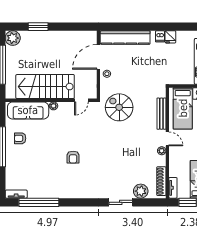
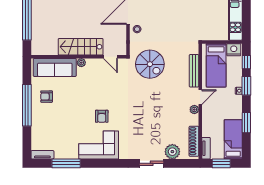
stairs: (45, 87) -> (81, 47), width x0.73, depth x0.66
door: (81, 100) -> (110, 57), hinge flipped
spiral stairs: (119, 107) -> (150, 64), turned 180
door: (167, 139) -> (200, 97), hinge flipped
corner sofa: (70, 185) -> (99, 145), added
window: (39, 202) -> (66, 163), width x0.68

